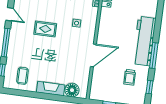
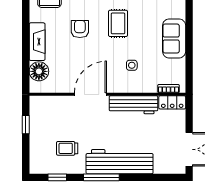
workbench: (105, 26) -> (133, 105), added
door: (93, 55) -> (91, 94), swing flipped
armchair: (46, 57) -> (80, 29), added

